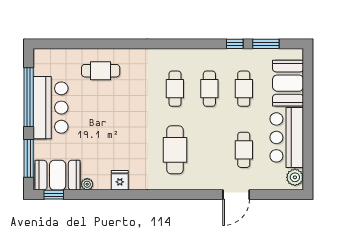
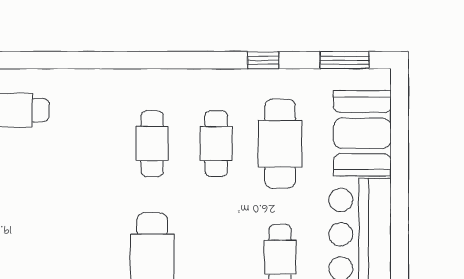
window: (266, 44) -> (345, 60), moved
cafe table: (244, 89) -> (280, 144), width x1.37, depth x1.35

